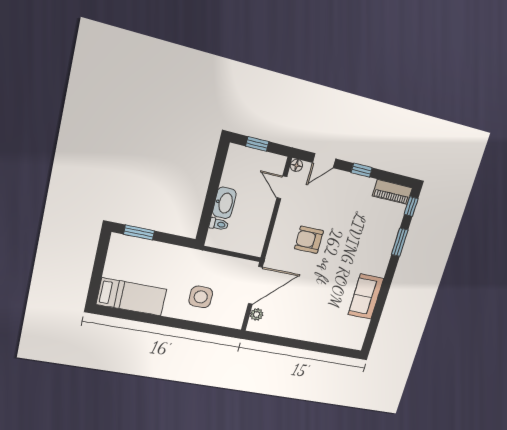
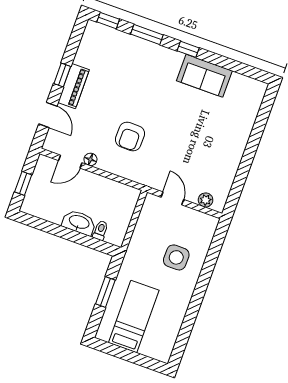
floor lamp: (296, 165) -> (90, 159), moved
piano: (392, 192) -> (74, 86), moved
window: (139, 232) -> (105, 292), moved
window: (388, 280) -> (188, 49), added
door: (255, 285) -> (172, 198), width x0.53
bed: (132, 297) -> (134, 317), moved

